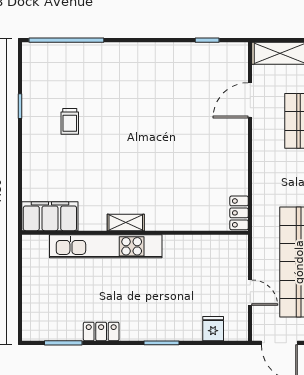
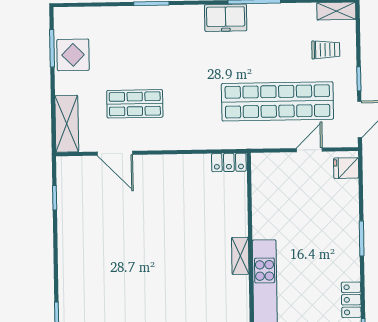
shelving: (126, 222) -> (240, 256), moved
fridge: (213, 329) -> (346, 168), moved

